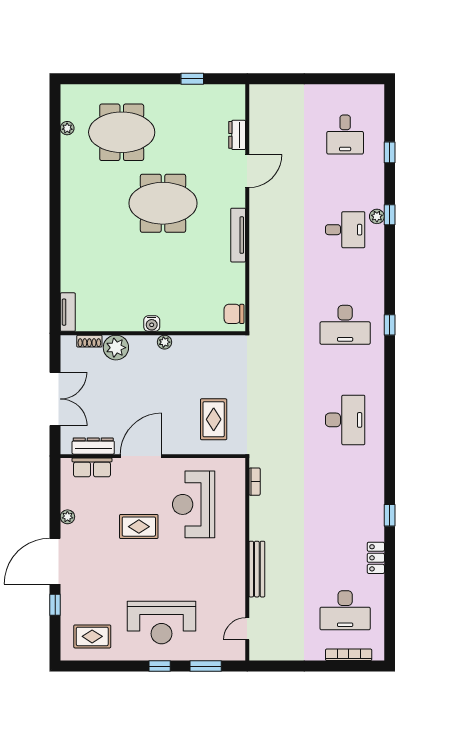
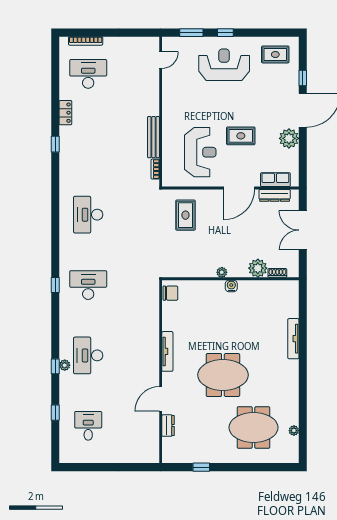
desk: (345, 230) -> (88, 355), width x1.37
tv unit: (68, 312) -> (293, 339), moved, width x1.41
plant: (67, 517) -> (289, 138), width x1.88, depth x1.88
bench: (257, 569) -> (153, 137), moved

